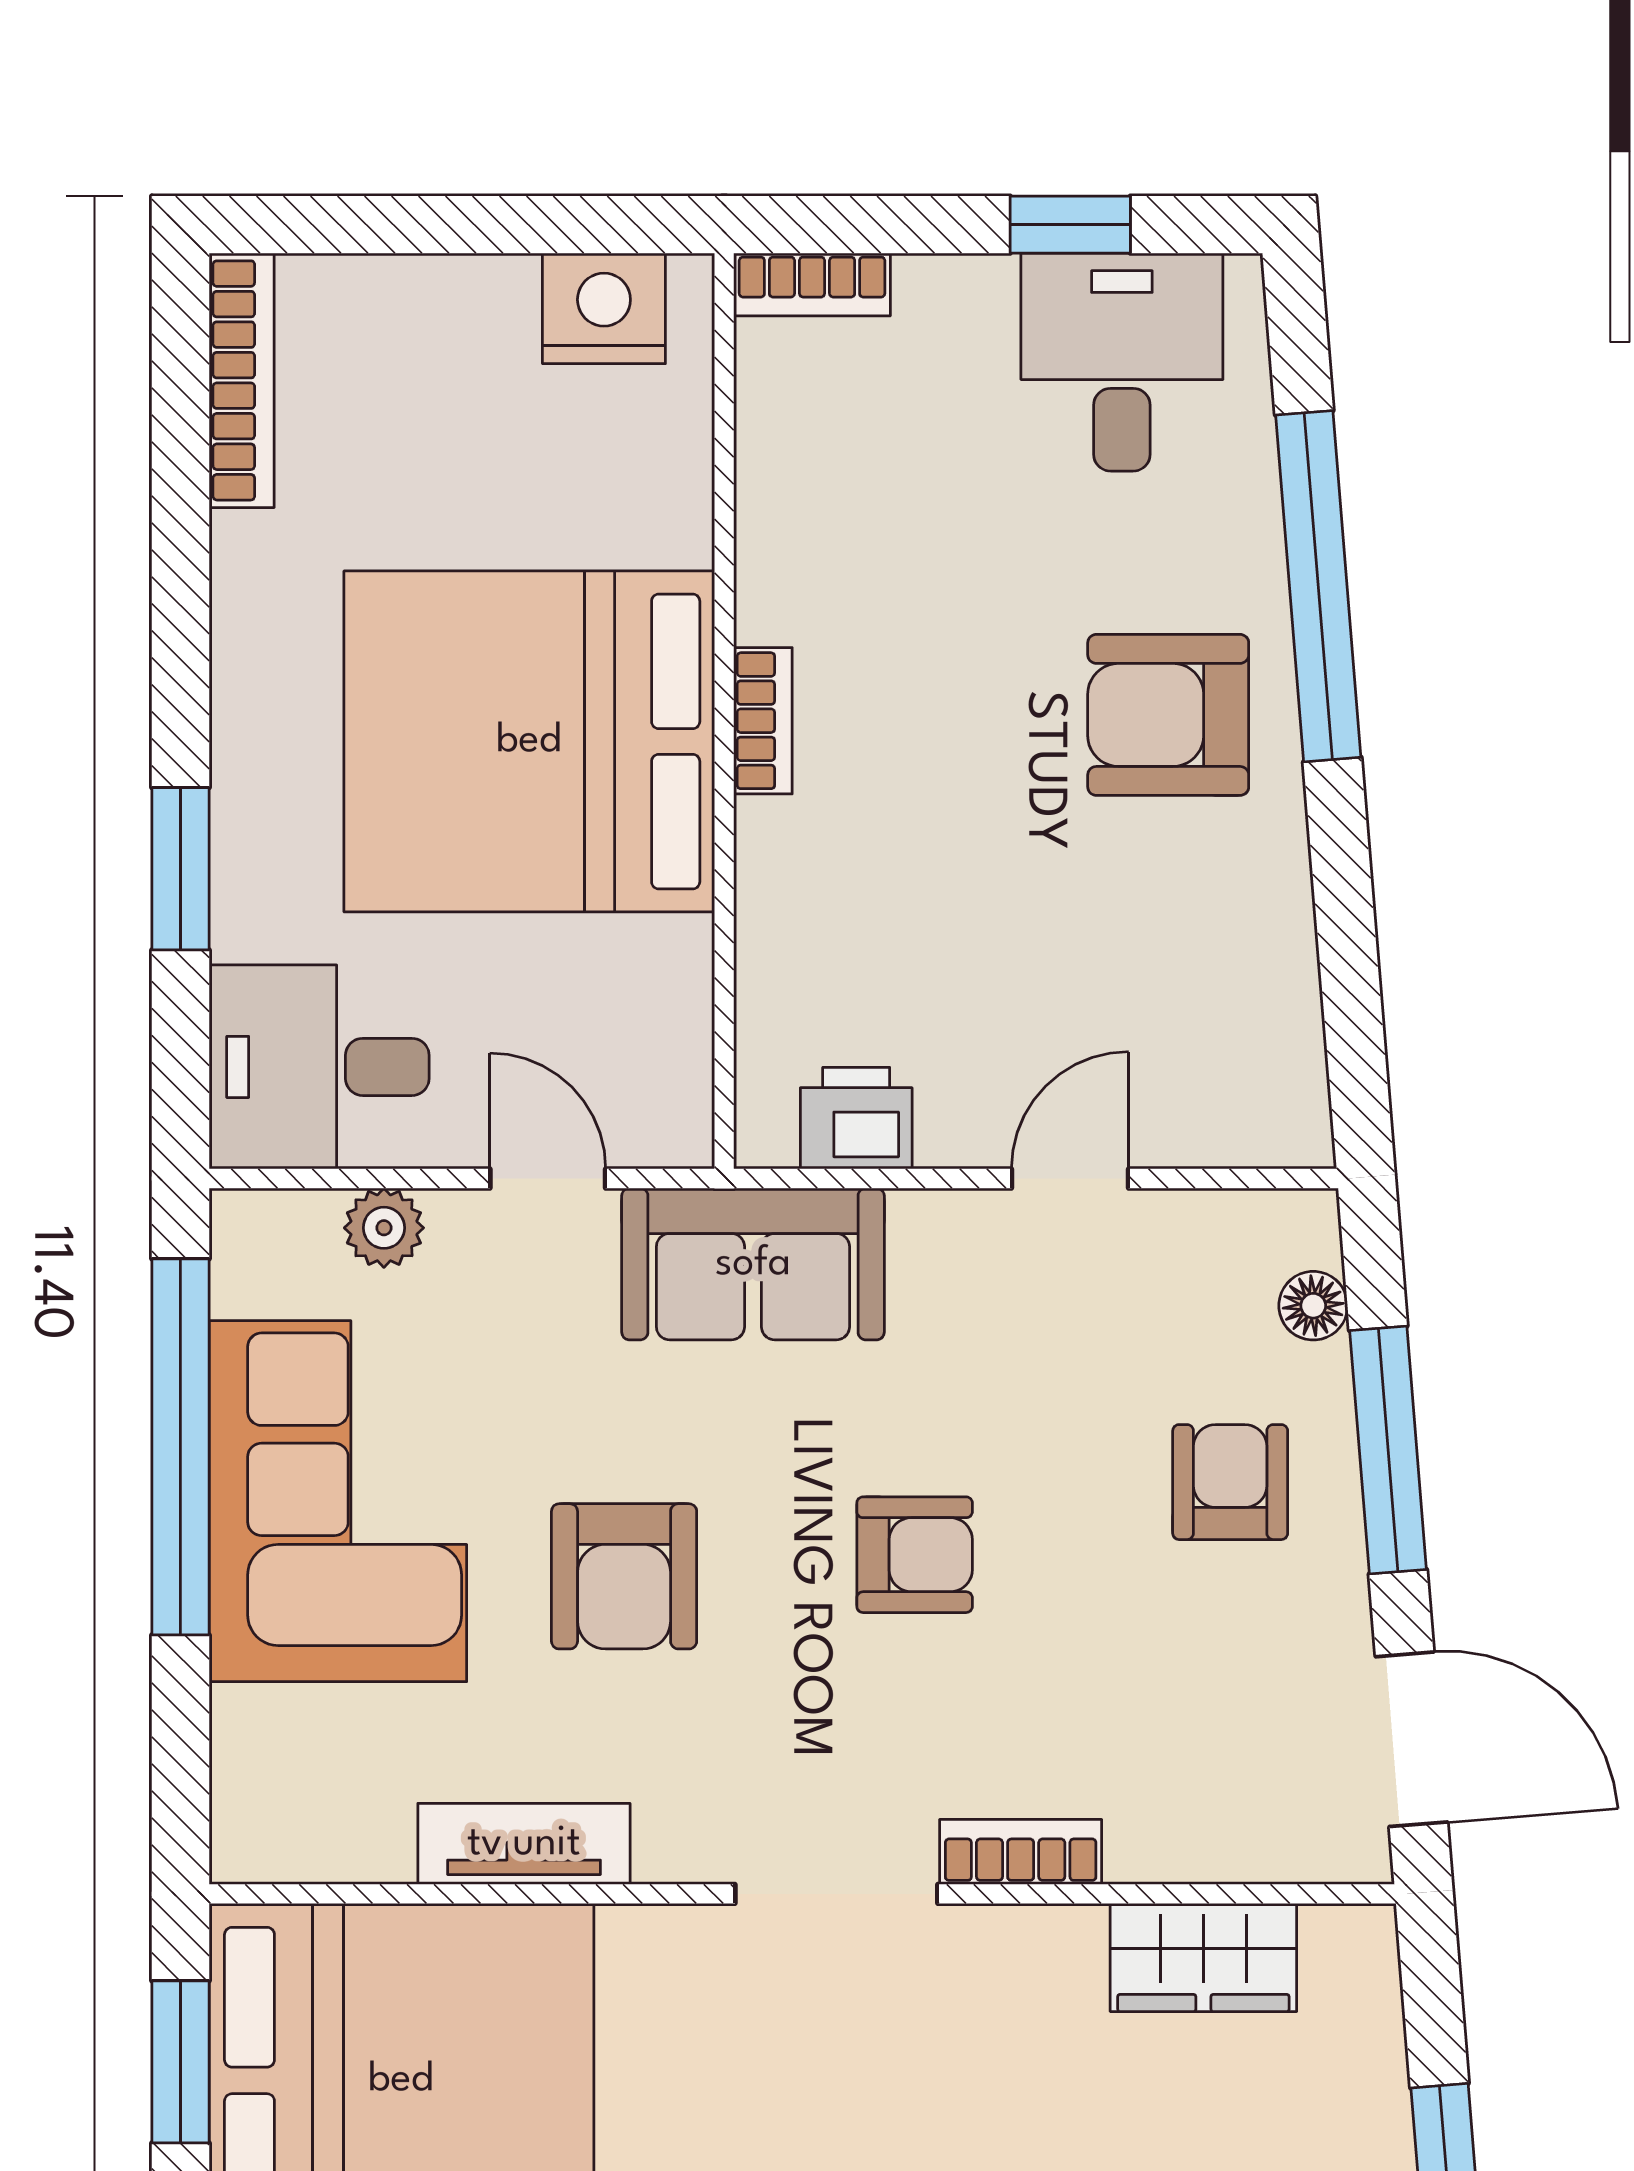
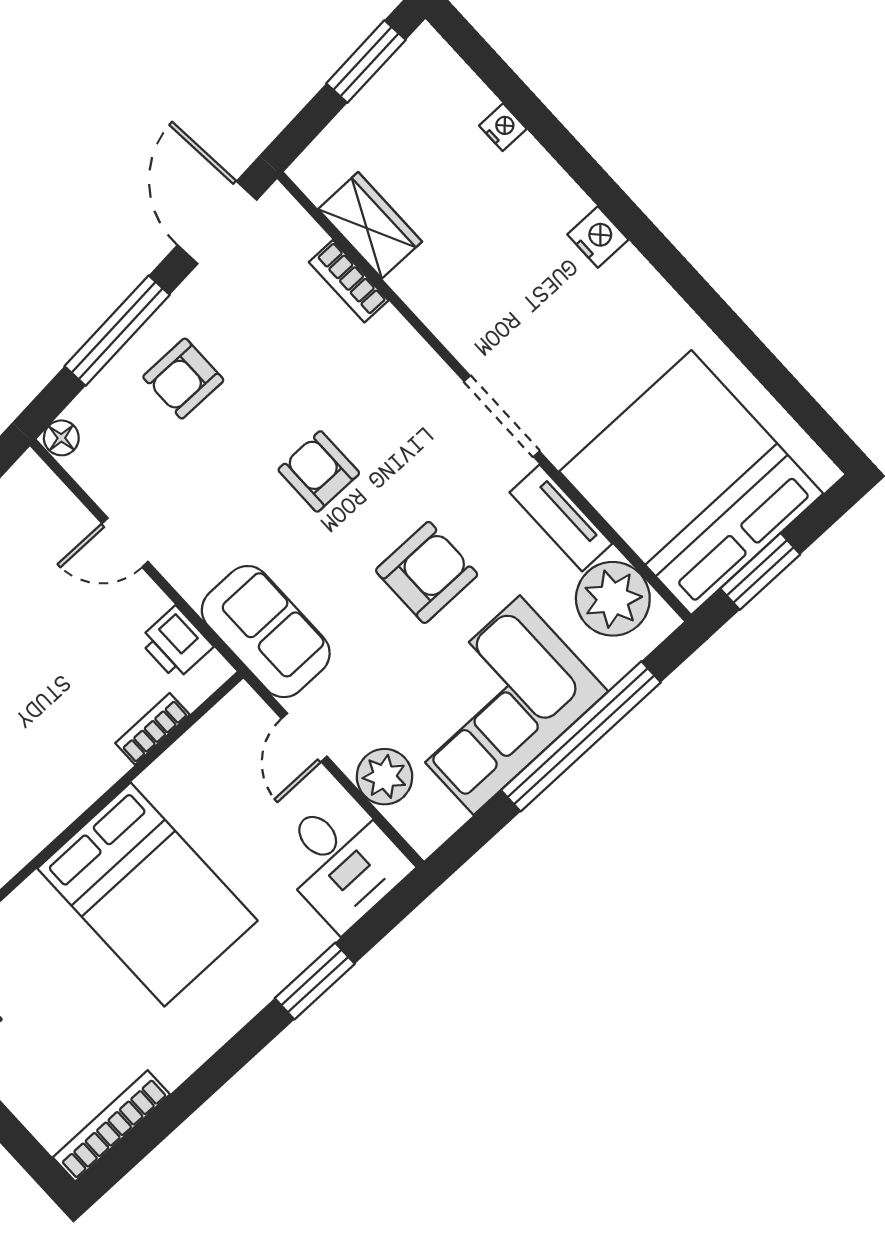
bookcase: (763, 721) -> (152, 729), moved
bed: (529, 741) -> (147, 895), width x0.73
plant: (384, 1228) -> (384, 777), width x1.38, depth x1.38
floor lamp: (1313, 1306) -> (61, 438), moved
window: (180, 1447) -> (581, 736), moved
plant: (337, 1812) -> (613, 599), added
bookcase: (1021, 1852) -> (349, 281), moved
doorway: (836, 1894) -> (502, 416), moved

